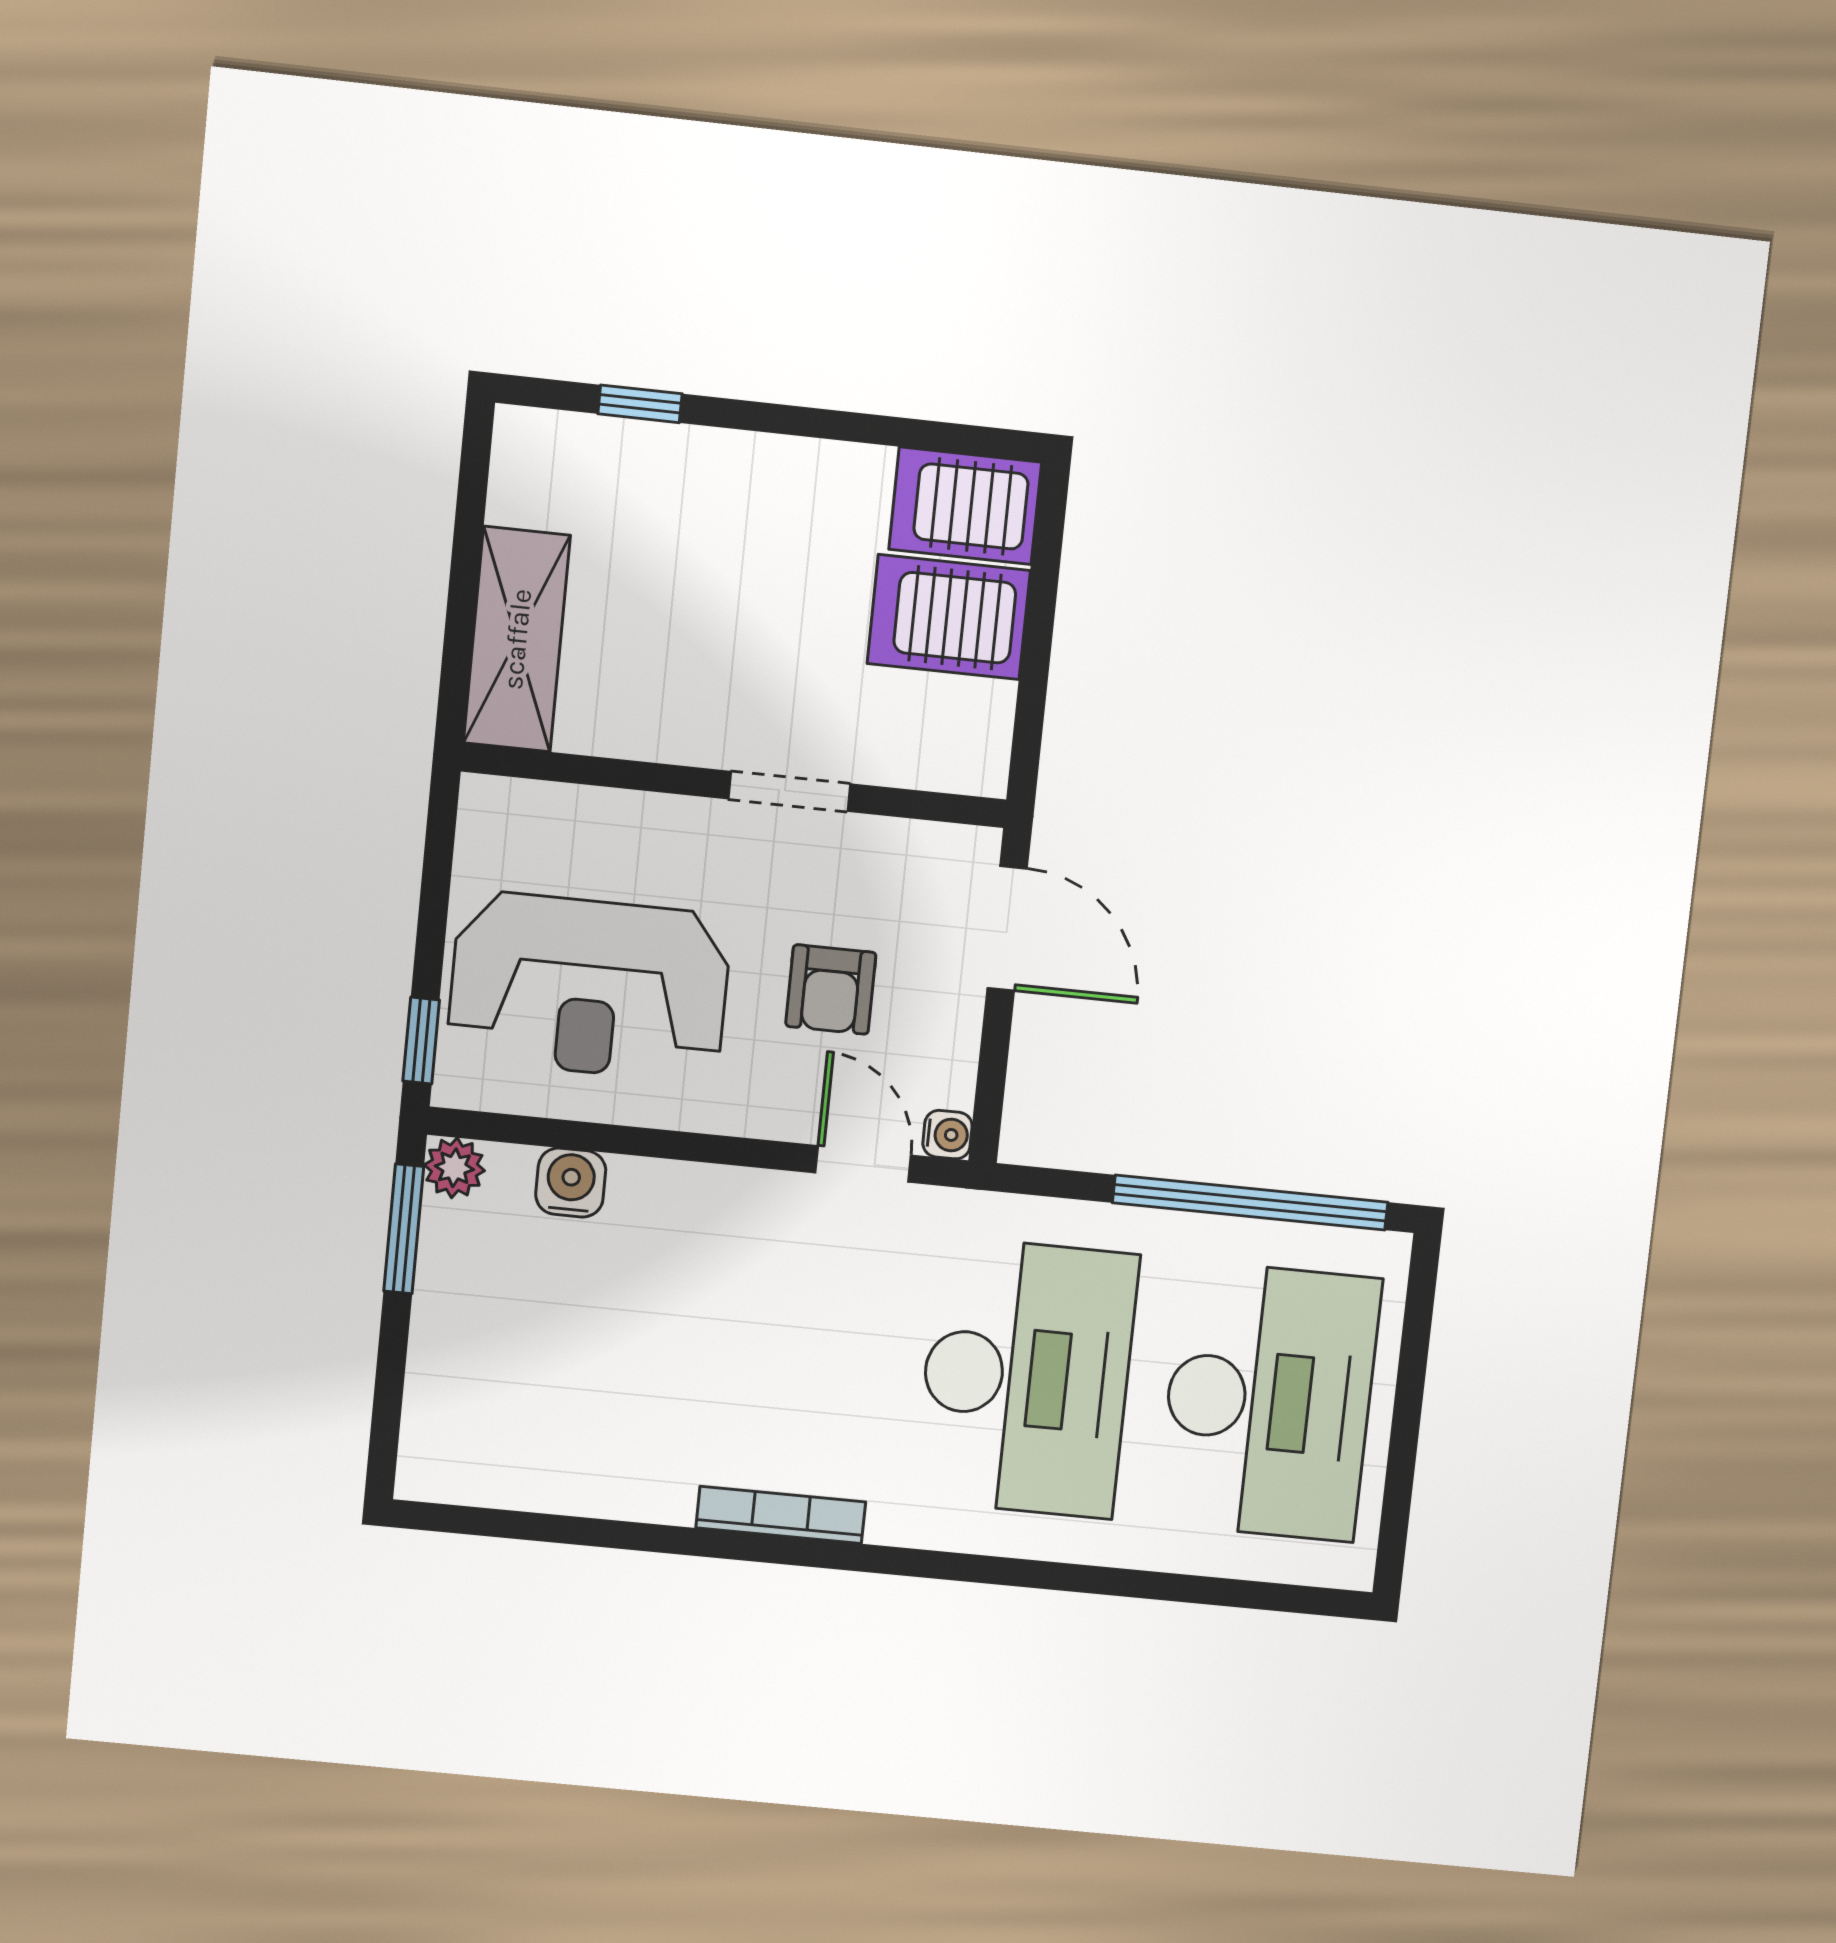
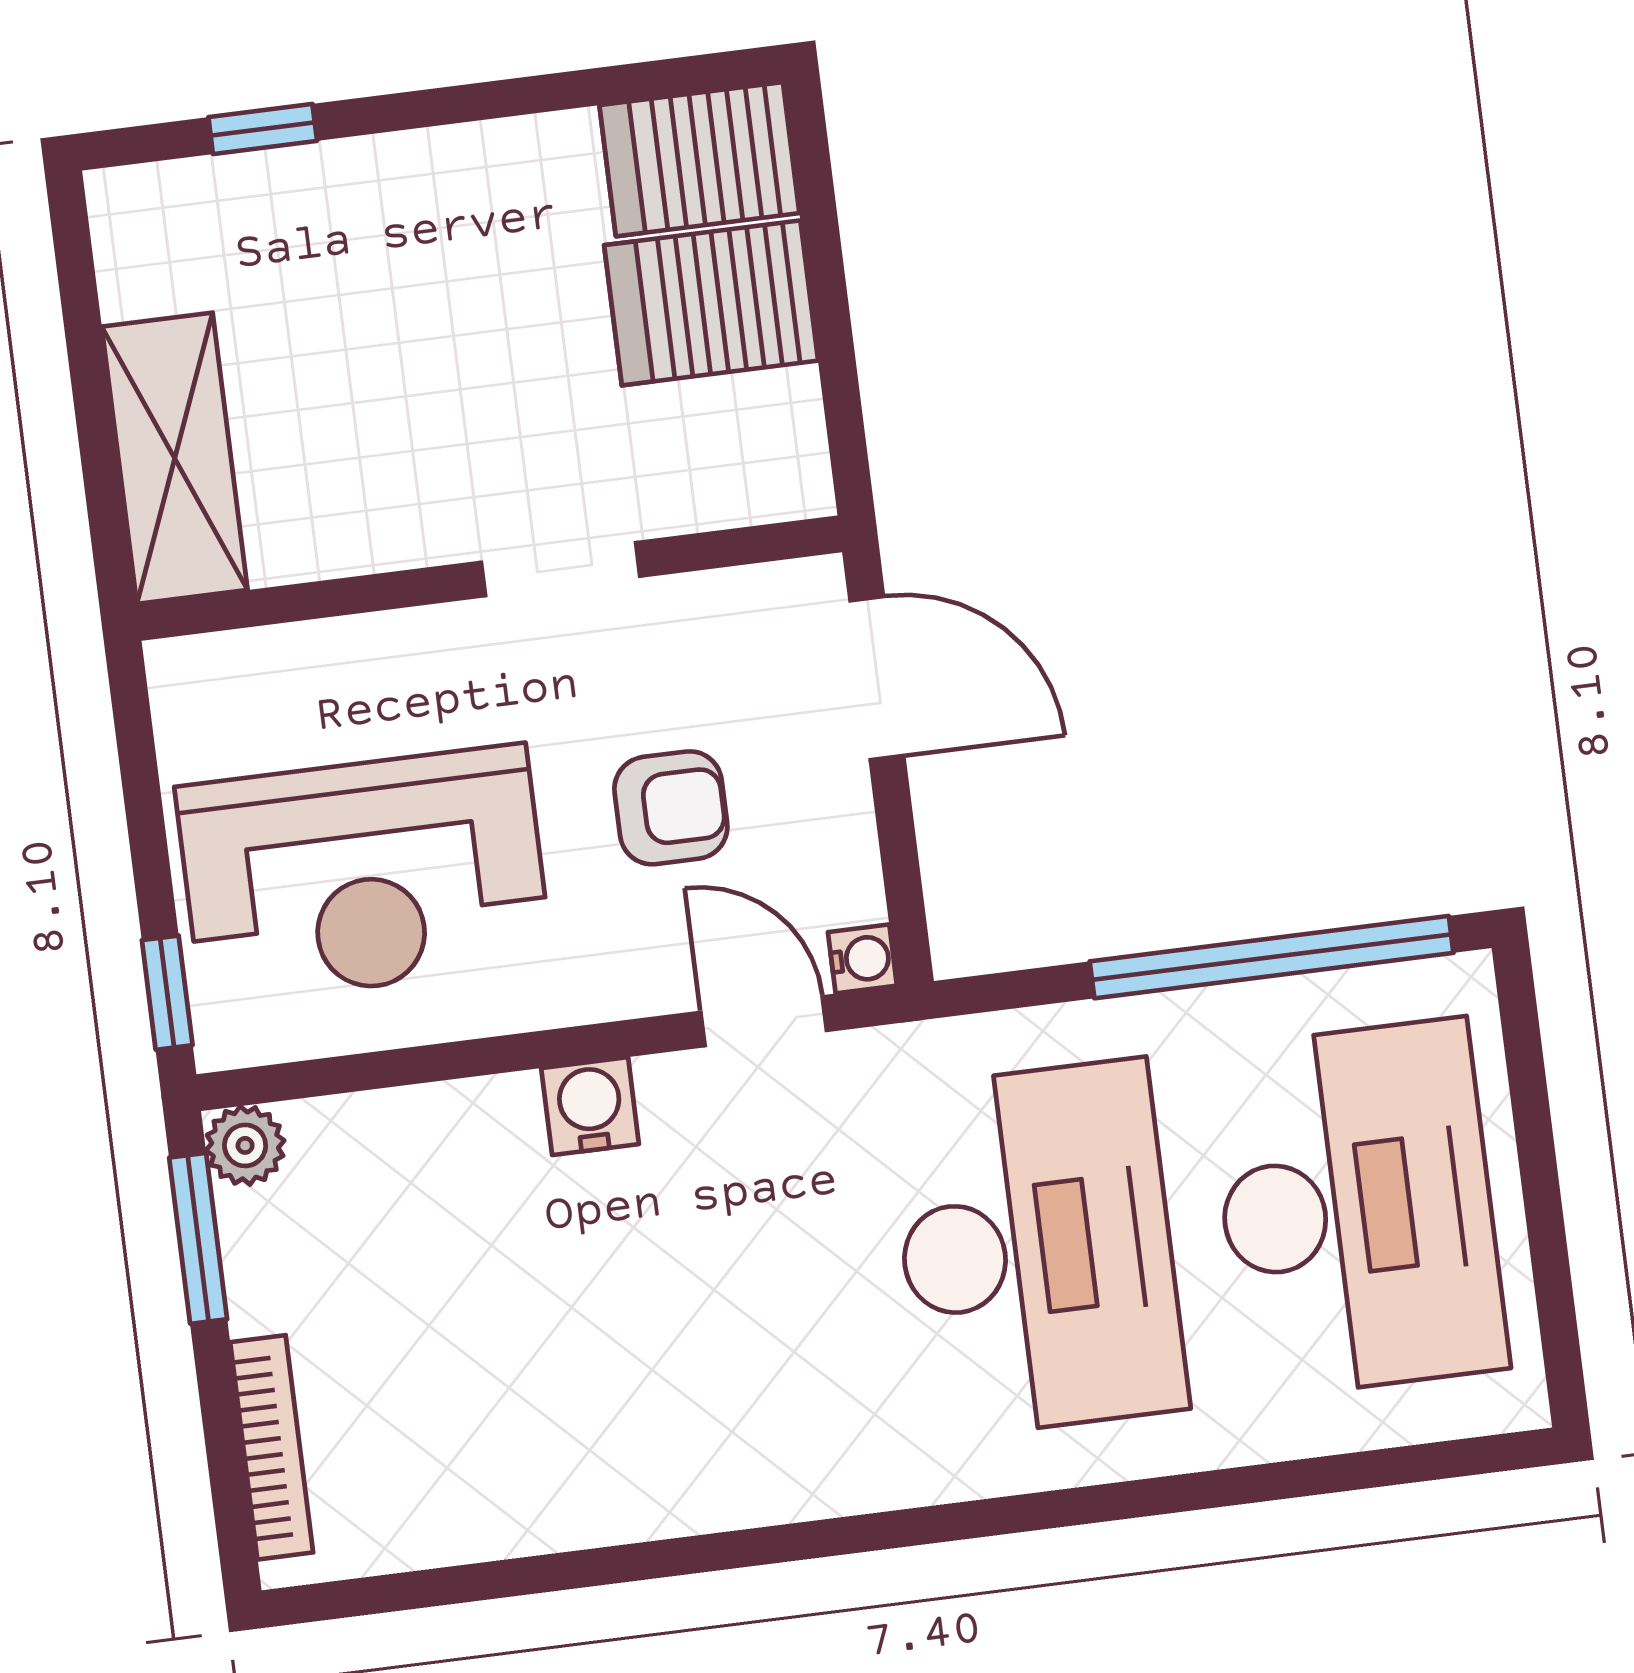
armchair: (831, 989) -> (671, 808), turned -90
water cooler: (571, 1183) -> (590, 1106), moved
bookcase: (781, 1515) -> (272, 1447), moved, turned 90

